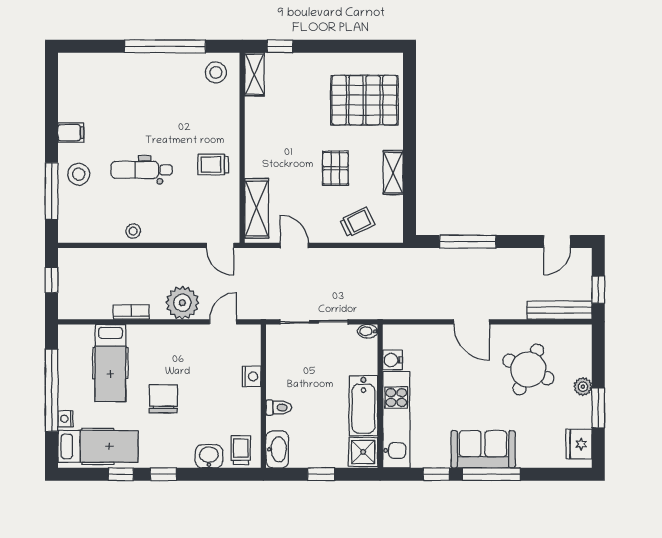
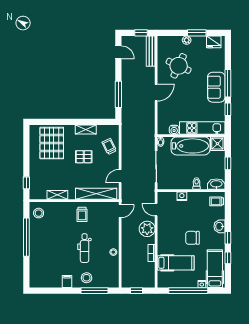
shelving: (254, 74) -> (57, 195), moved
shelving: (257, 208) -> (96, 194), width x1.47
bathtub: (363, 406) -> (191, 146), width x1.36, depth x1.36
washbasin: (209, 456) -> (220, 226), moved

